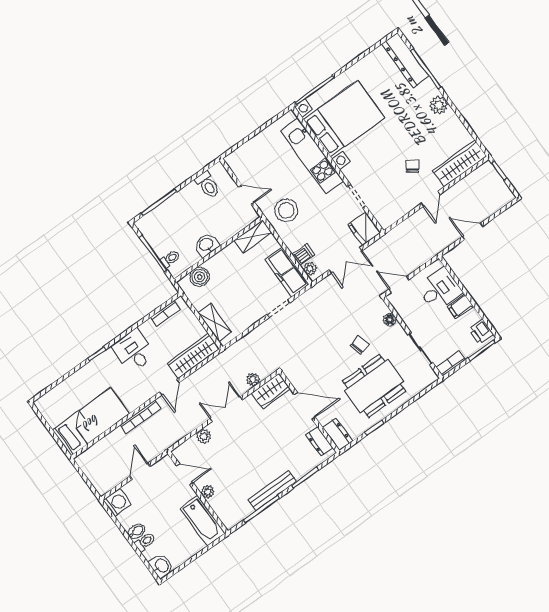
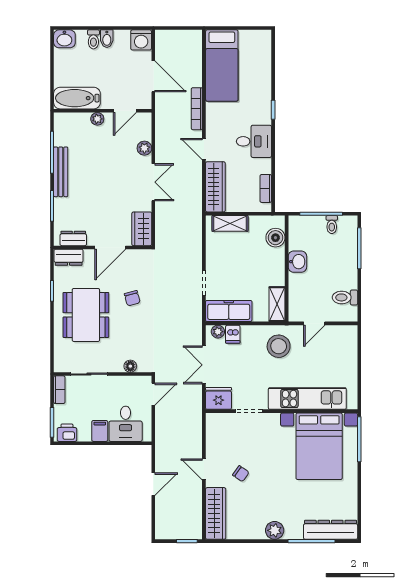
toilet: (170, 259) -> (332, 224), moved
chair: (359, 345) -> (132, 298), moved
plant: (253, 379) -> (162, 221), removed
door: (140, 471) -> (153, 76), width x1.38

